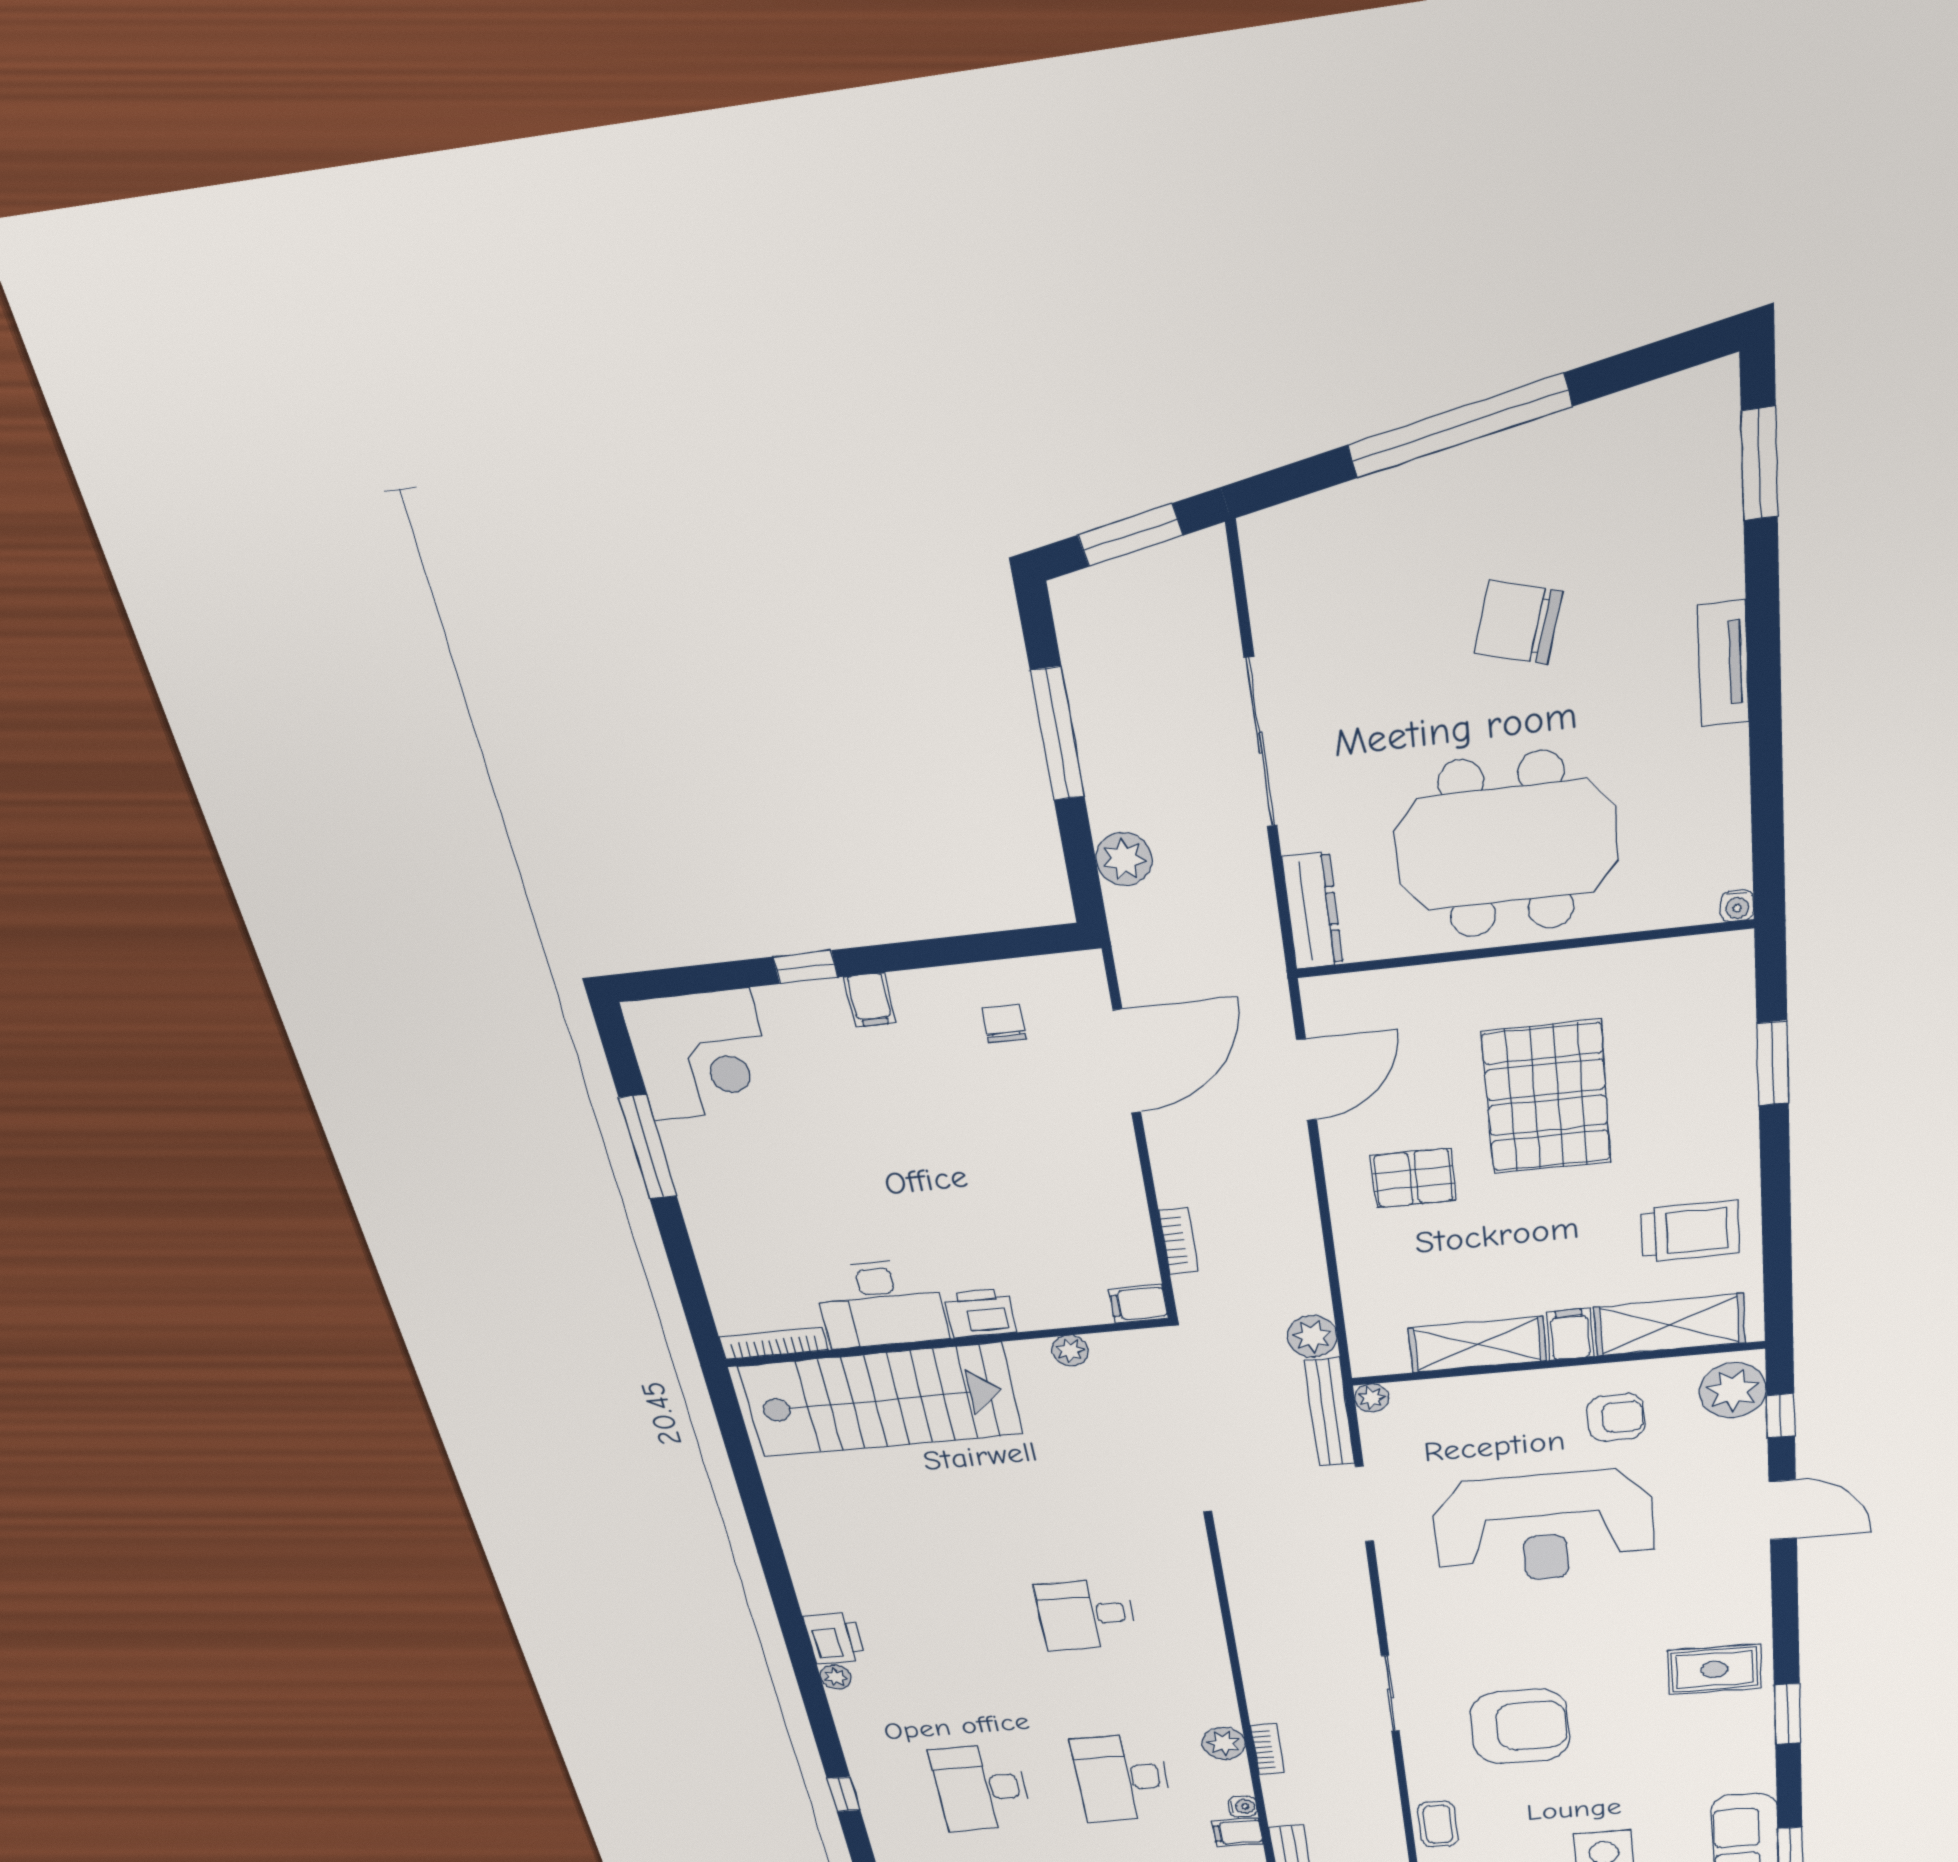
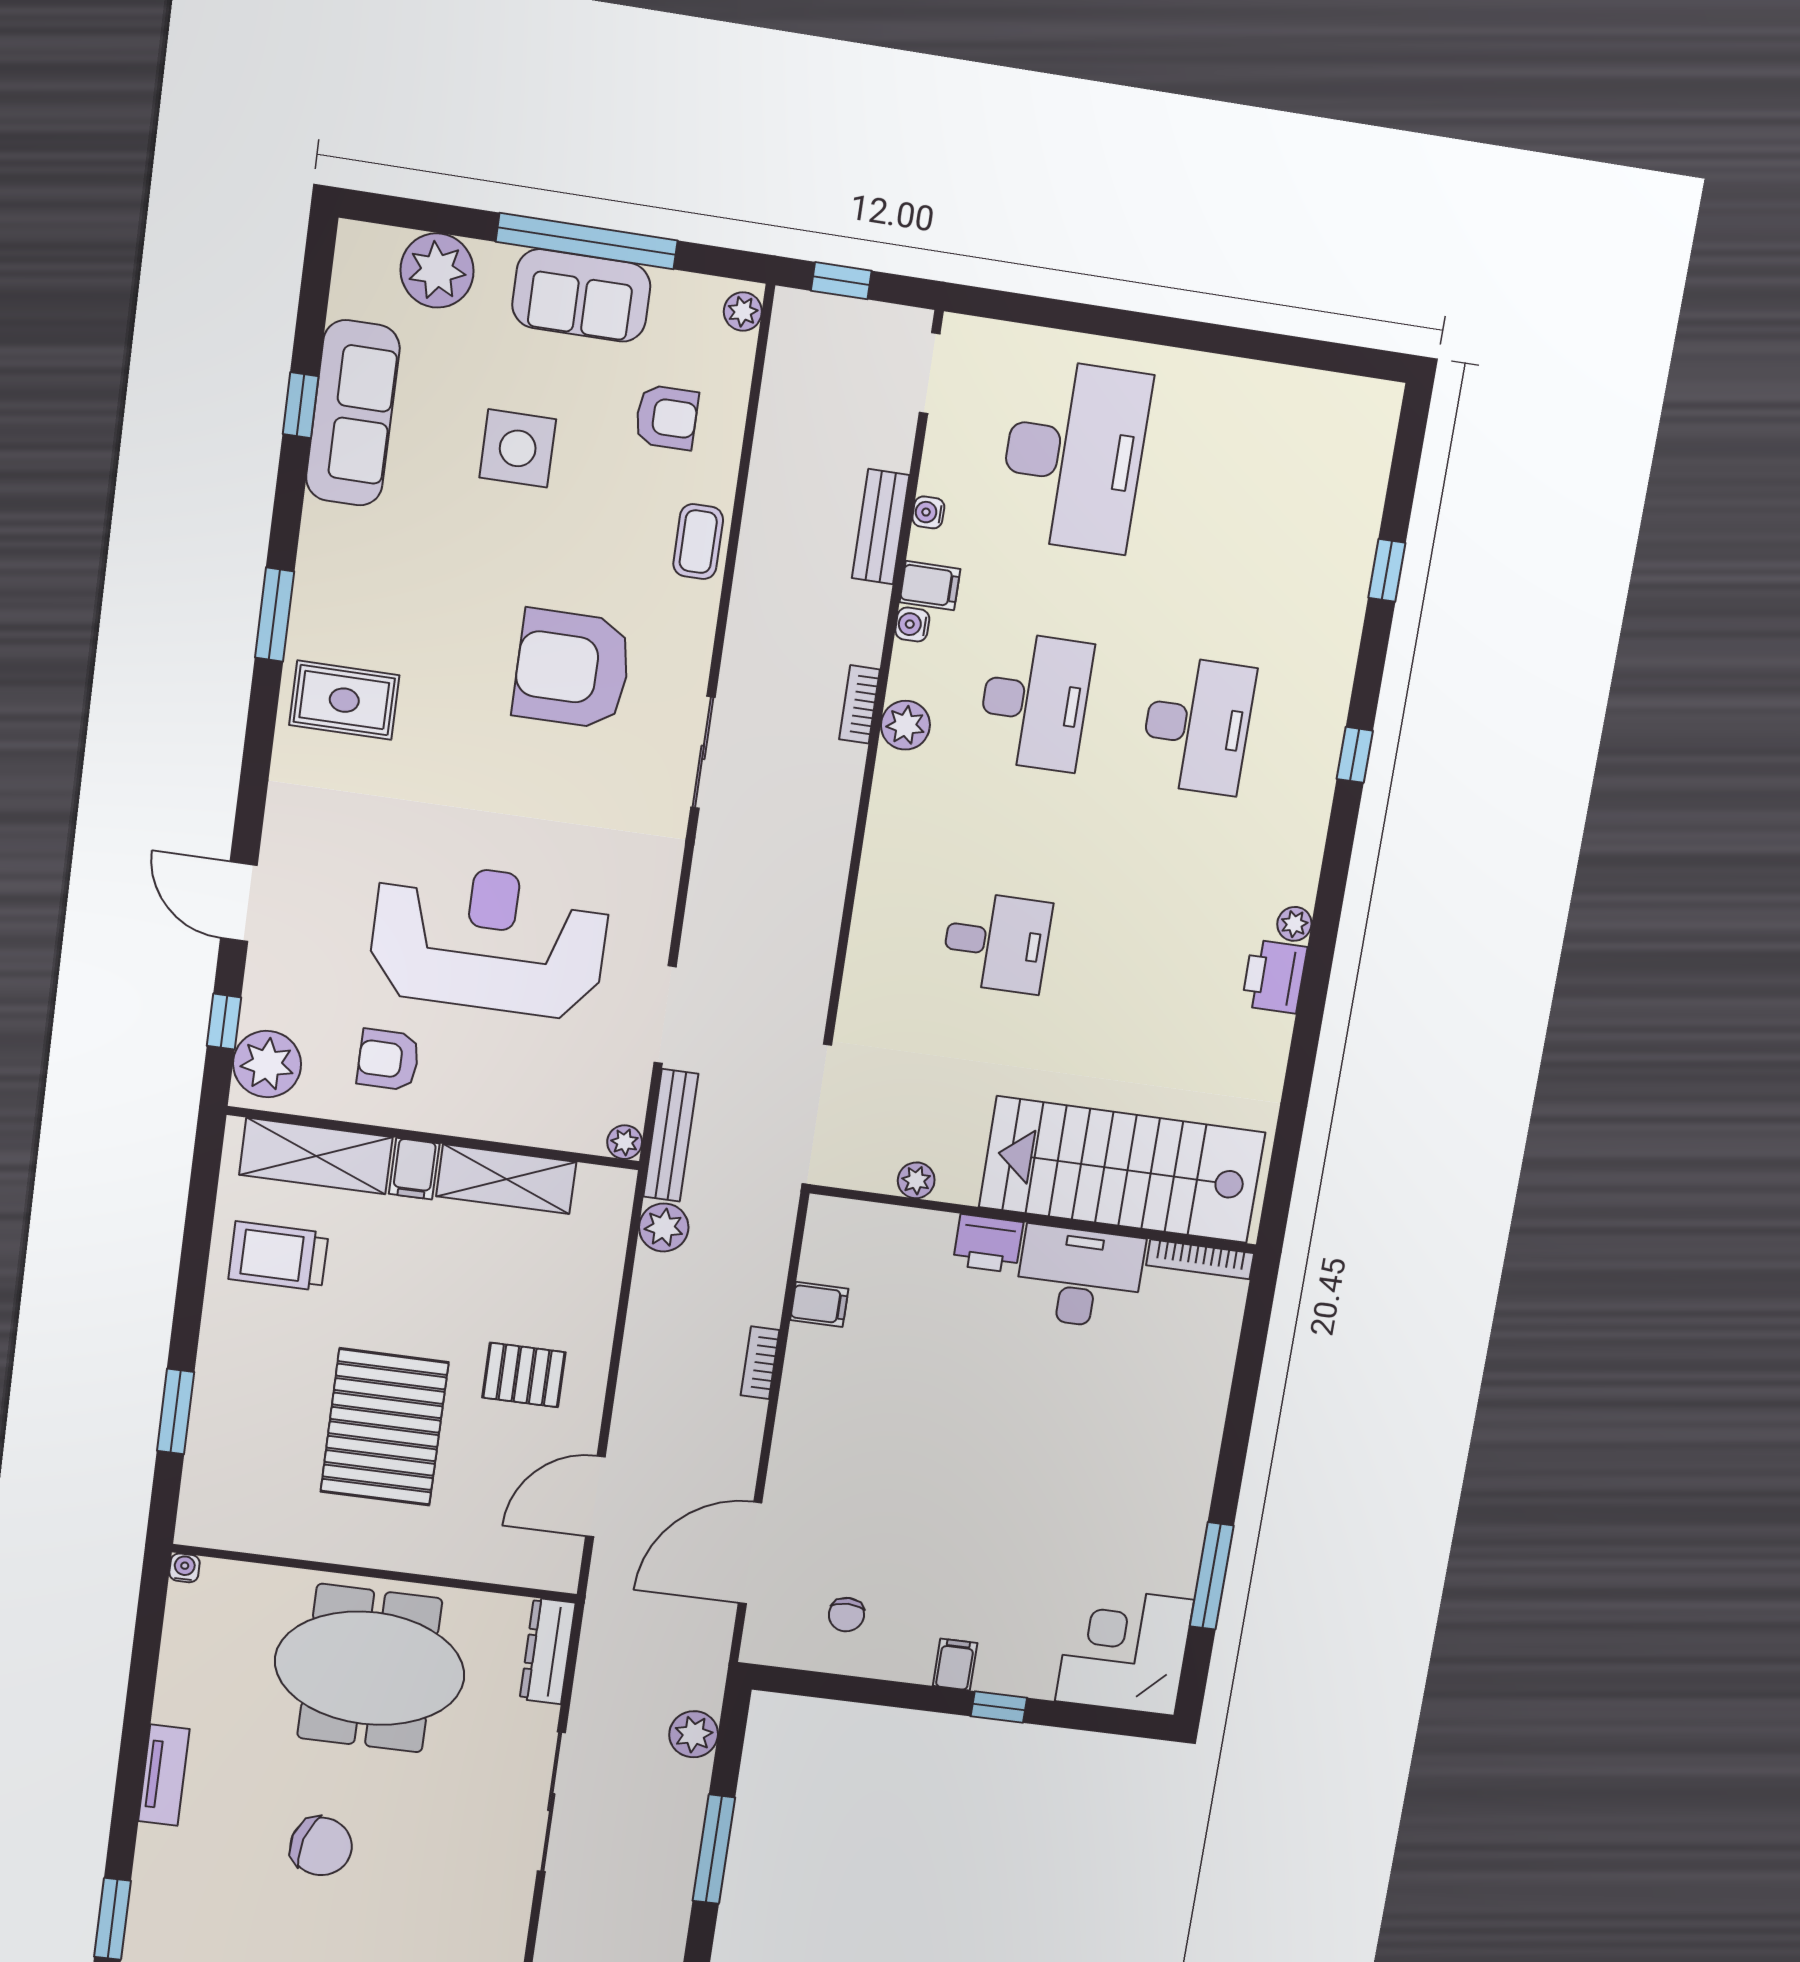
desk: (881, 1304) -> (1079, 1277), moved
printer: (980, 1313) -> (988, 1244), moved
wall: (946, 1343) -> (1034, 1219), moved
bookcase: (774, 1344) -> (1200, 1259), moved
plant: (1070, 1351) -> (916, 1180), moved
stairs: (881, 1400) -> (1122, 1170), moved

